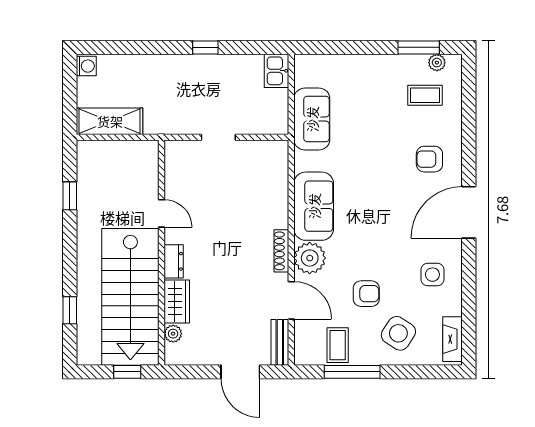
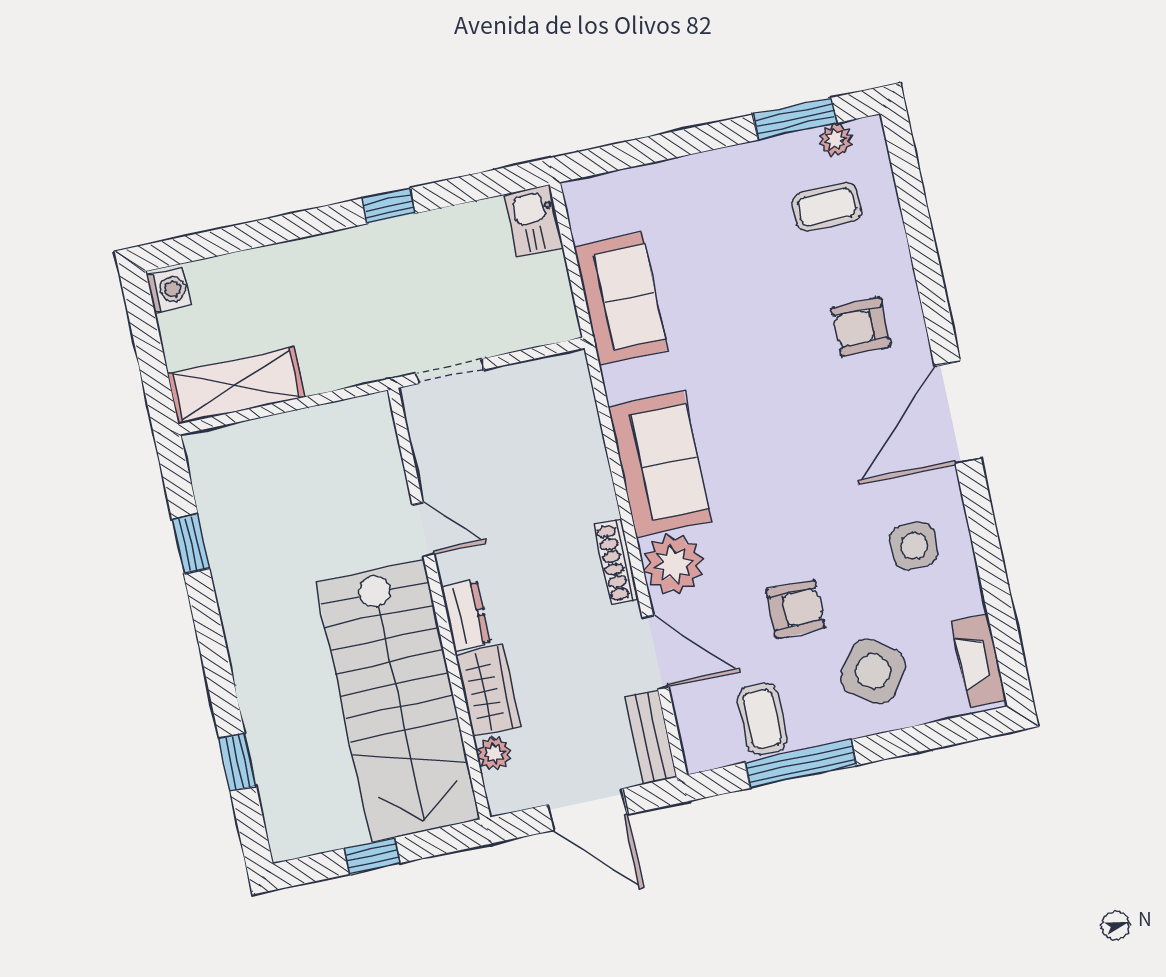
door: (162, 213) -> (423, 529), moved
wall: (162, 253) -> (439, 604), moved
dresser: (174, 261) -> (466, 615), moved
stairs: (130, 297) -> (398, 701), moved
wardrobe: (177, 301) -> (488, 691), moved
plant: (173, 334) -> (494, 753), moved

